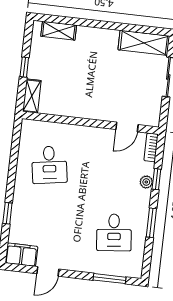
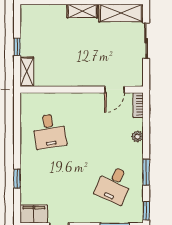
shelving: (59, 31) -> (82, 11), moved
window: (156, 179) -> (146, 211), moved
desk: (114, 232) -> (114, 185), turned 30

